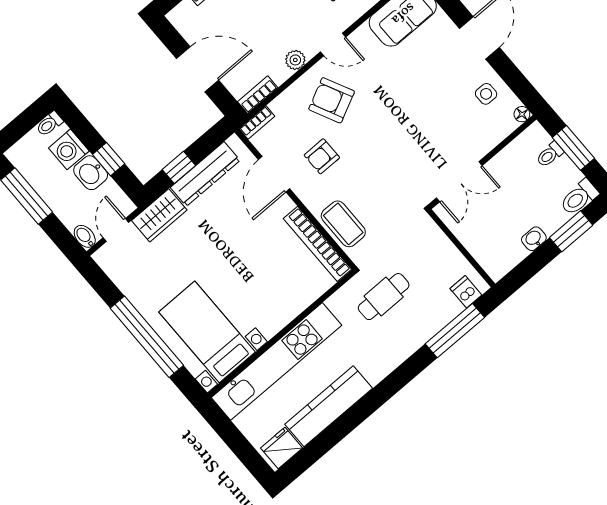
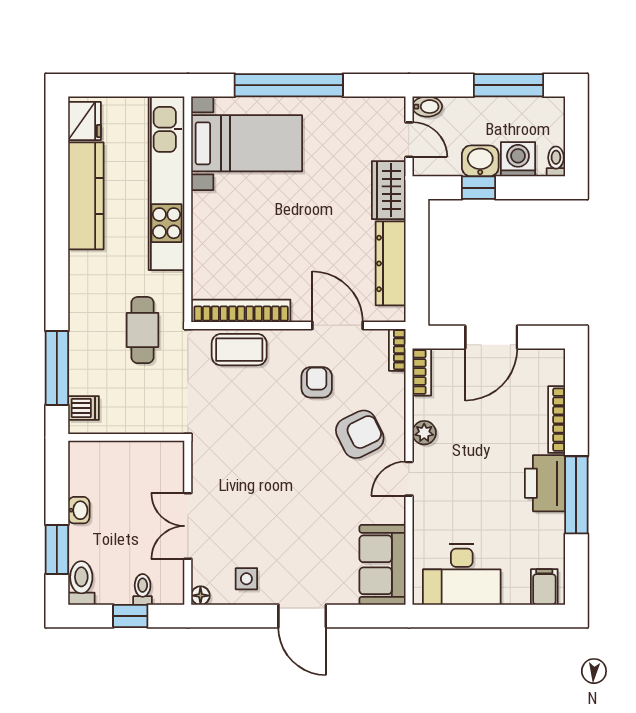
window: (573, 148) -> (130, 616), width x0.67
window: (179, 167) -> (417, 245), removed
double door: (459, 182) -> (188, 526), moved

